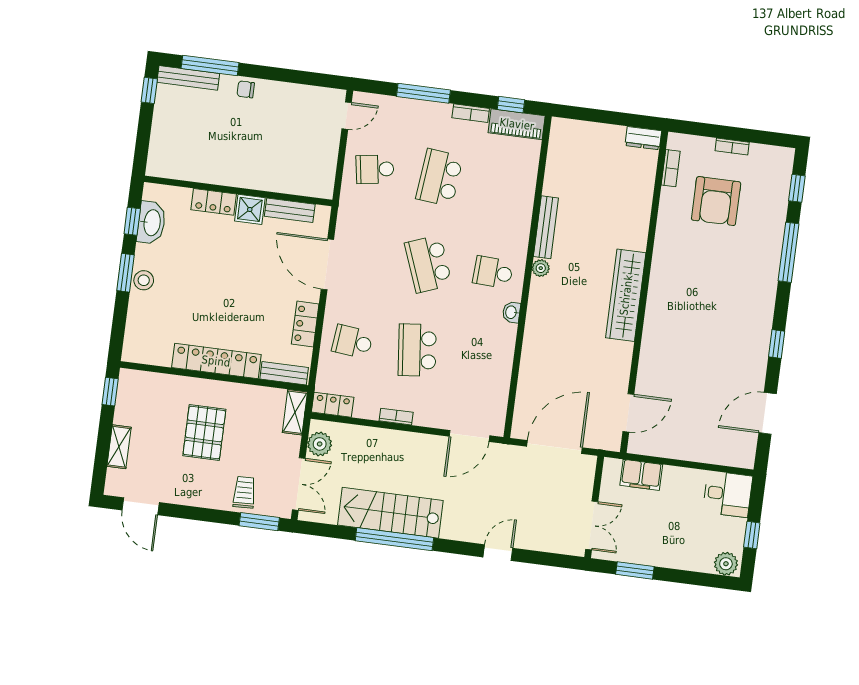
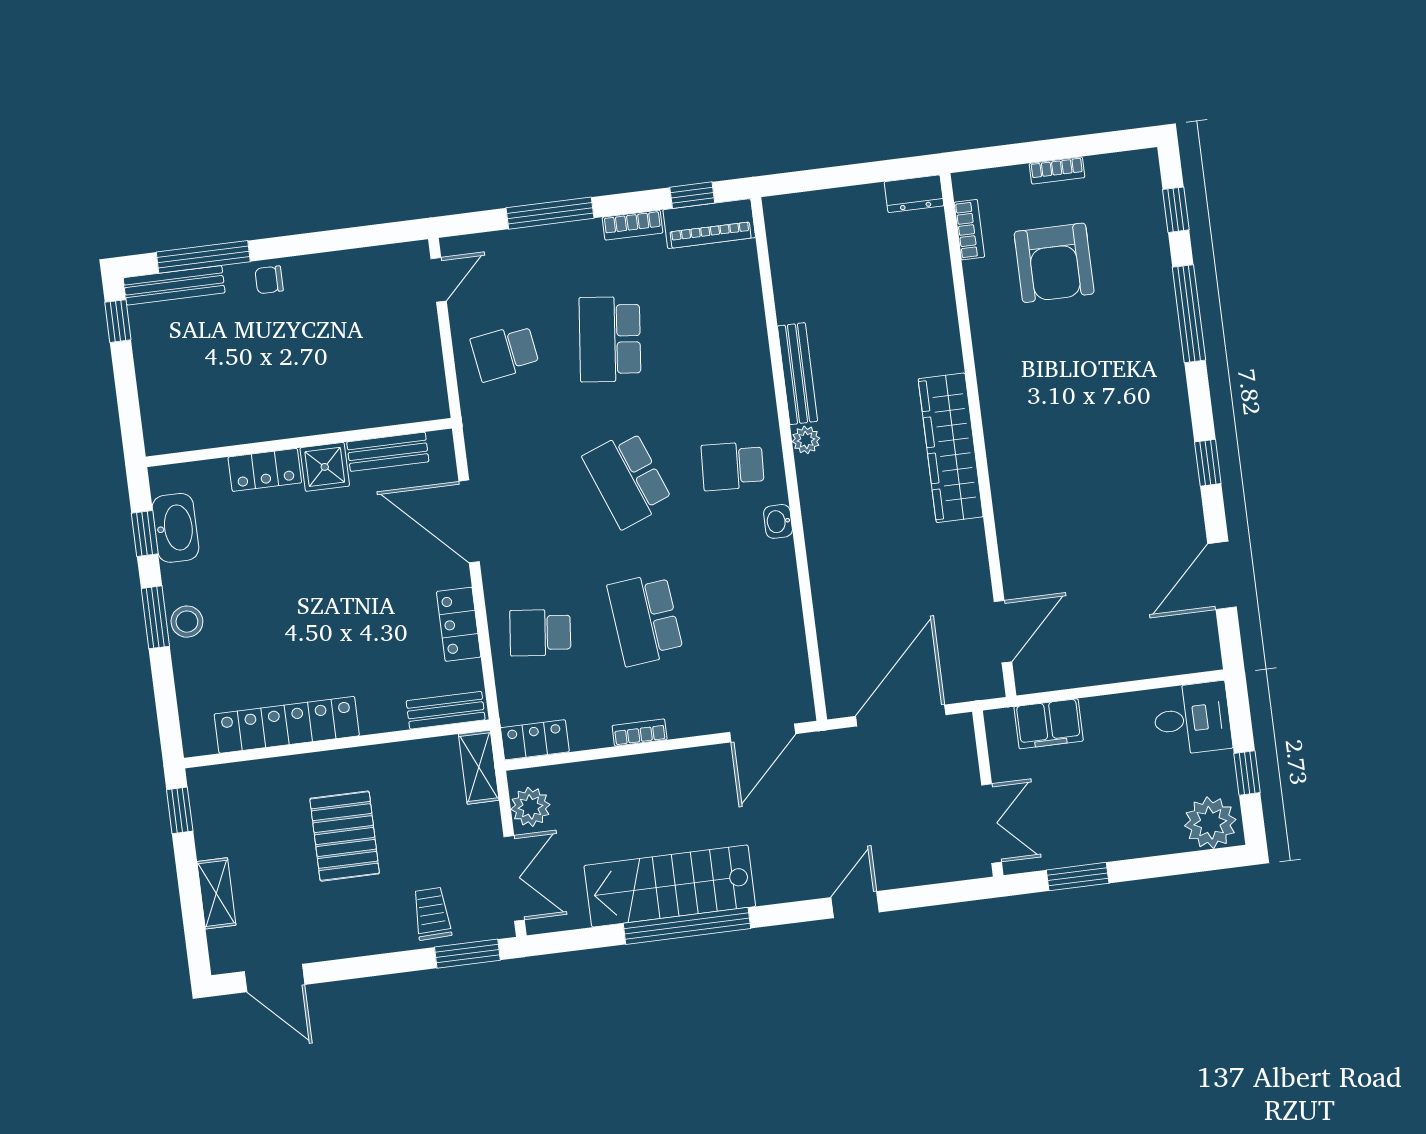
locker: (216, 361) -> (287, 725), moved
plant: (726, 564) -> (1210, 823), width x1.36, depth x1.36

